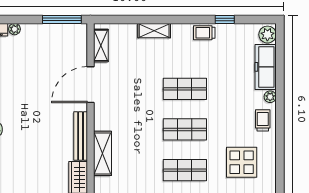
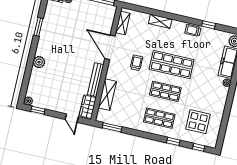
door: (90, 85) -> (110, 47), hinge flipped
shop shelf: (185, 89) -> (172, 65), width x1.43, depth x1.36
trolley: (263, 120) -> (136, 63), moved

